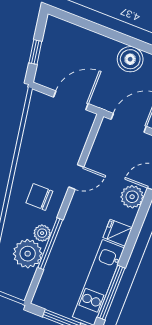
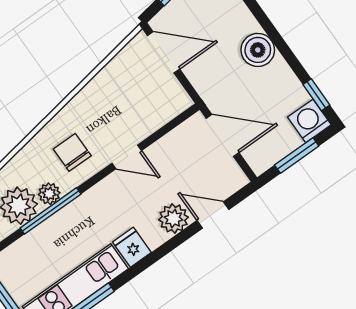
boiler: (130, 59) -> (258, 50), moved
door: (71, 100) -> (164, 52), moved

